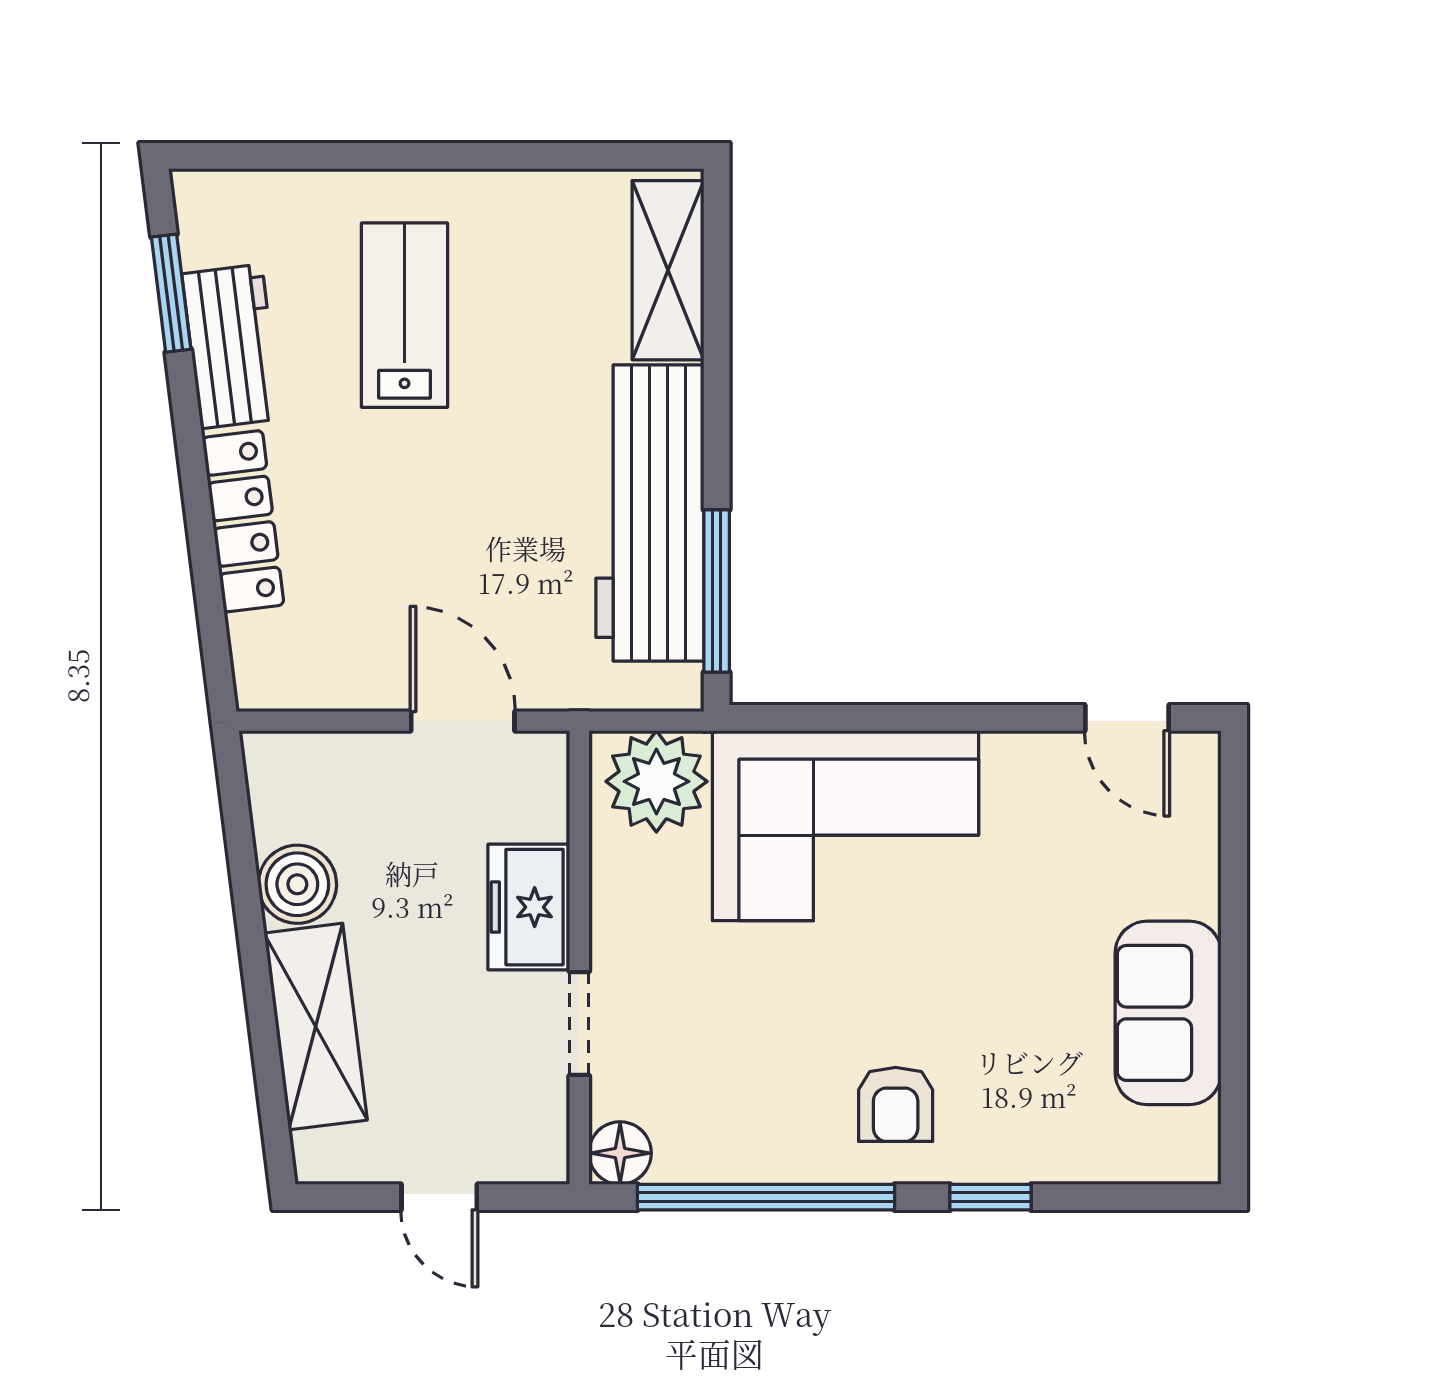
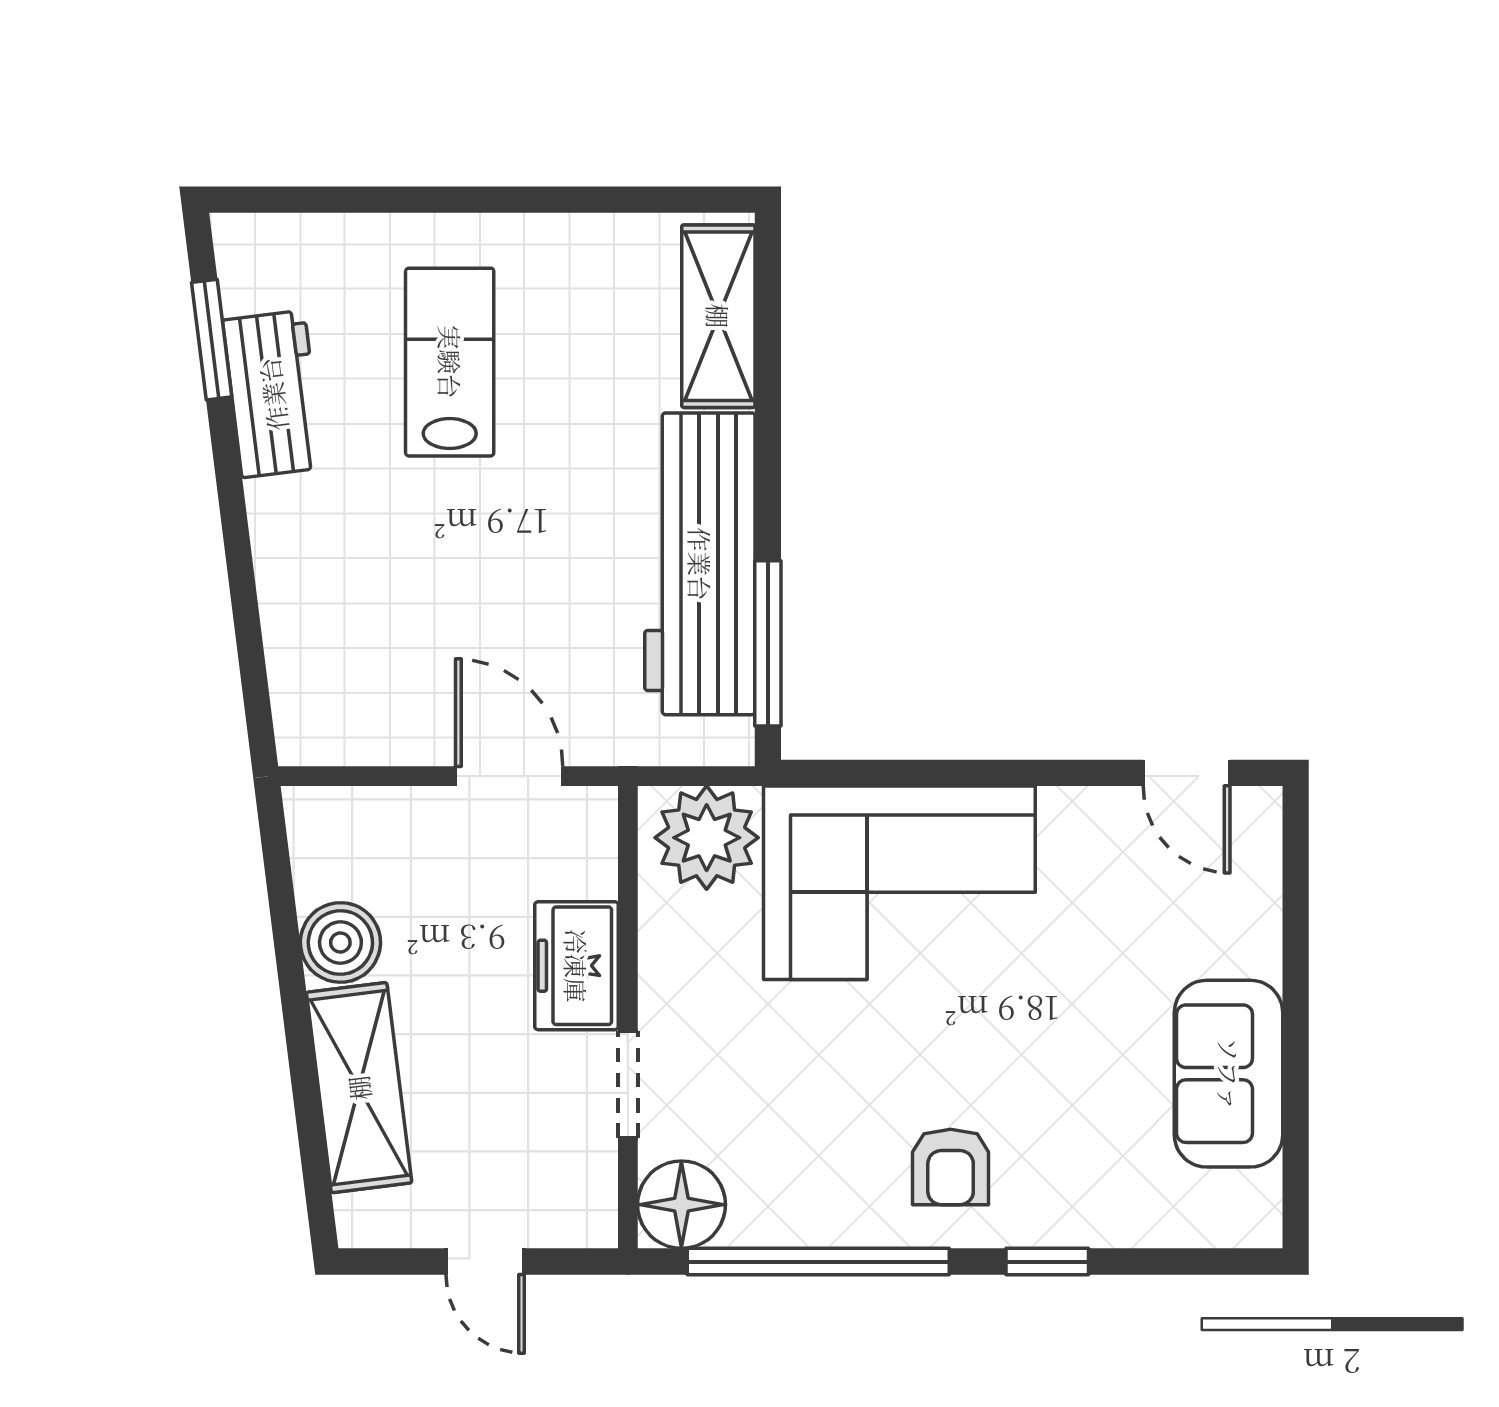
locker: (243, 521) -> (285, 572), removed
floor lamp: (620, 1153) -> (681, 1205), width x1.38, depth x1.38

